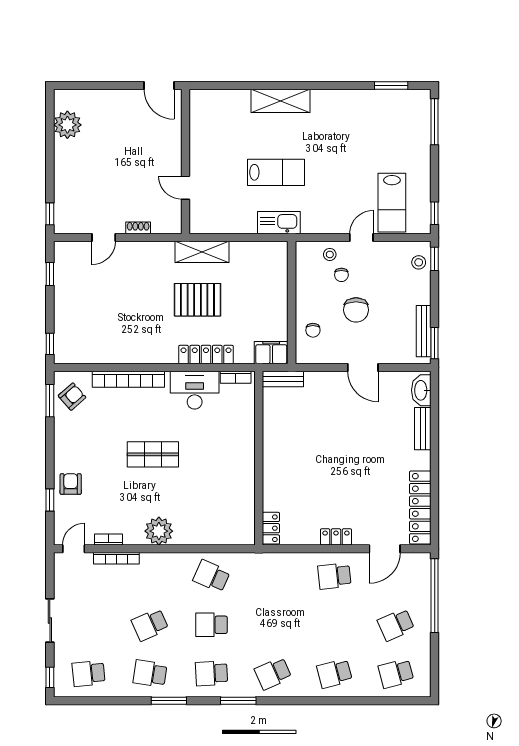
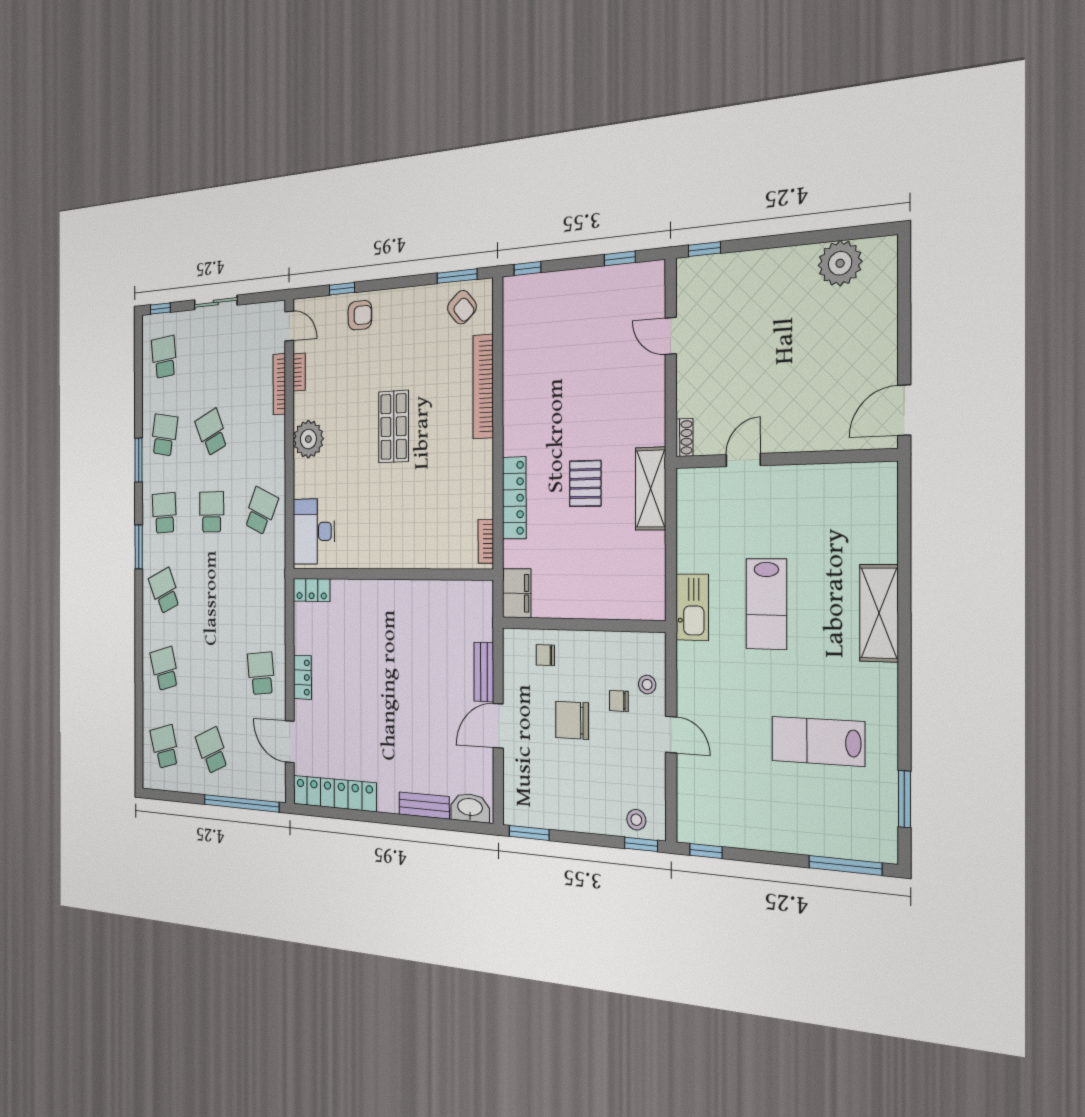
lab bench: (392, 203) -> (818, 741), moved
shoe rack: (138, 228) -> (684, 437), moved
pallet: (197, 300) -> (585, 483), width x0.67, depth x0.71
bench: (424, 331) -> (544, 818), removed
bench: (283, 379) -> (484, 672), moved
desk: (195, 390) -> (314, 531), moved, turned 180

